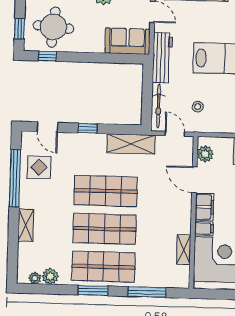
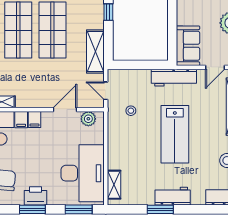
bicycle: (159, 106) -> (130, 75), removed
door: (175, 134) -> (106, 91), swing flipped
filing cabinet: (204, 207) -> (34, 119), width x0.50

